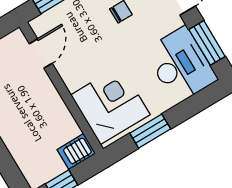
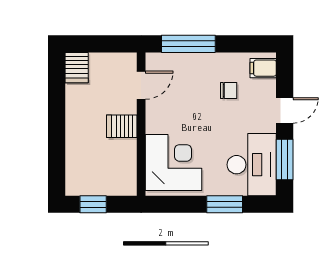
window: (150, 131) -> (225, 204), moved
server rack: (76, 152) -> (122, 126), moved

